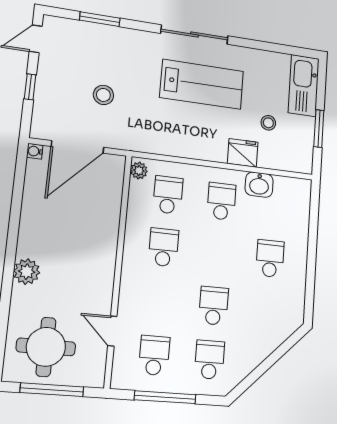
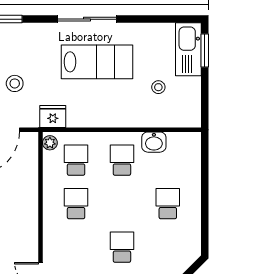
window: (319, 128) -> (205, 50), moved
fridge: (243, 153) -> (53, 116), moved

